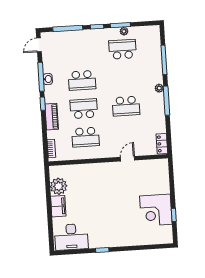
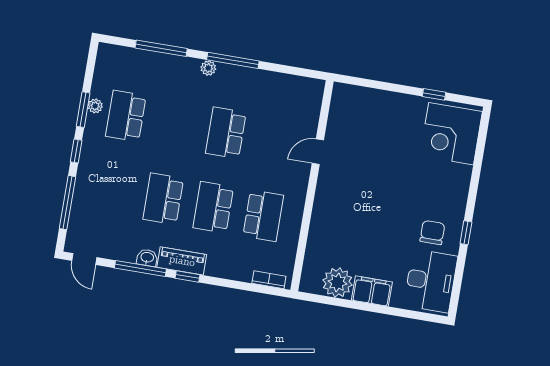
school desk: (82, 80) -> (163, 199), turned 180
school desk: (126, 106) -> (226, 133), turned 180
piano: (52, 117) -> (182, 261), moved
locker: (162, 144) -> (306, 86), removed
door: (128, 159) -> (318, 152), hinge flipped
corner desk: (156, 210) -> (451, 134), moved, turned 90
chair: (98, 232) -> (432, 233), added

